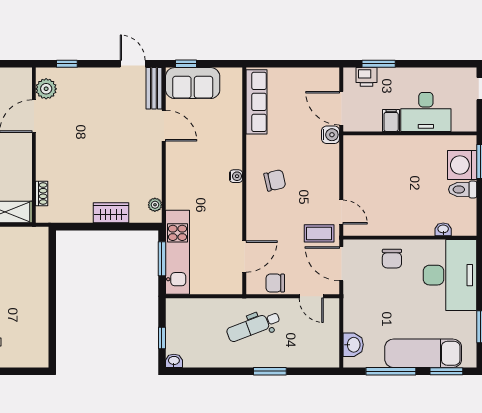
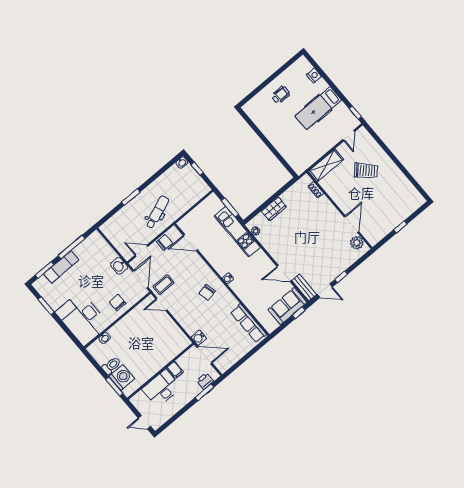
window: (67, 64) -> (341, 277), moved
kitchen unit: (177, 252) -> (237, 232), moved
door: (244, 256) -> (191, 243), hinge flipped
door: (341, 264) -> (140, 279), hinge flipped
washbasin: (353, 345) -> (119, 266), moved
exam couch: (423, 353) -> (61, 267), width x0.73, depth x0.69

